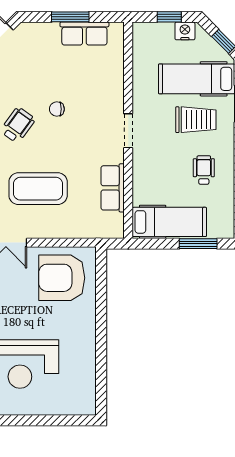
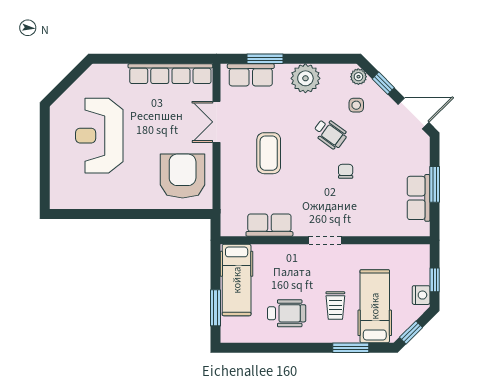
trolley: (196, 120) -> (335, 306), width x0.73, depth x0.72
wheelchair: (204, 170) -> (287, 313), width x1.36, depth x1.37
coffee table: (38, 189) -> (269, 153), width x0.73, depth x0.76

